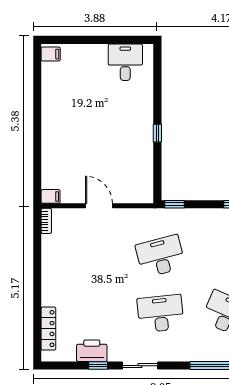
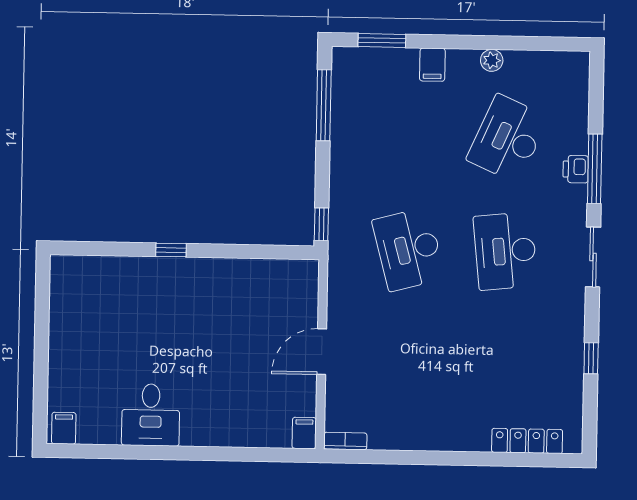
desk: (125, 62) -> (151, 415), moved, turned -90
window: (157, 133) -> (171, 250), moved
printer: (92, 351) -> (576, 169), moved, width x0.53, depth x0.68
sliding door: (140, 366) -> (593, 257), moved

